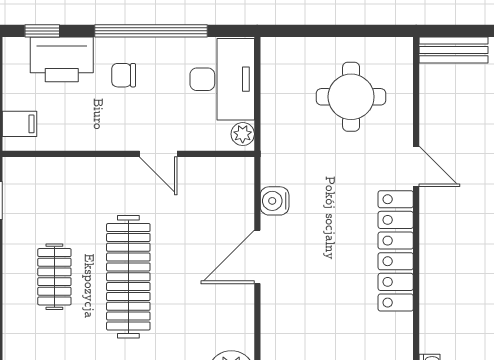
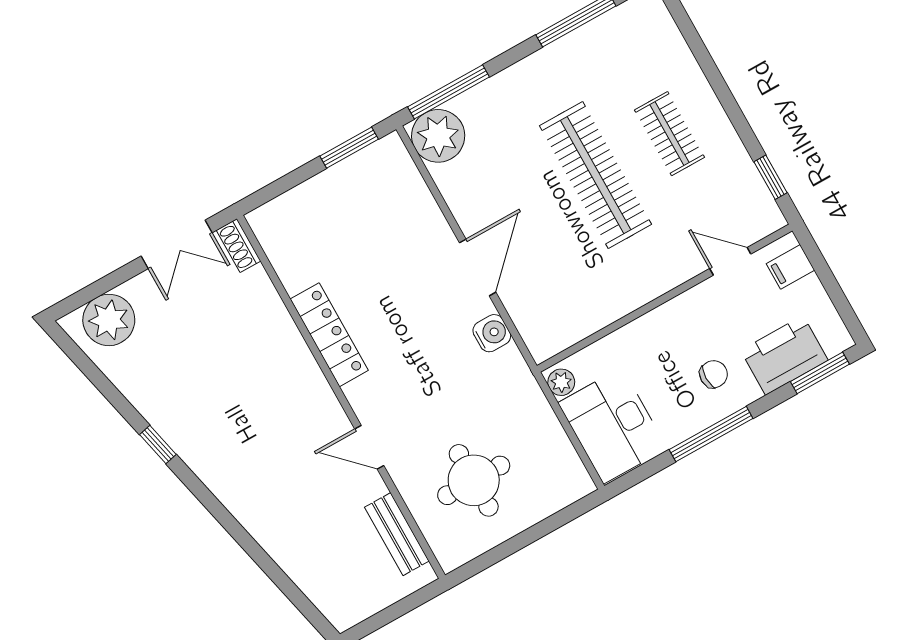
window: (42, 31) -> (820, 373), width x1.50
window: (151, 31) -> (711, 434), width x0.68
bench: (454, 50) -> (397, 534), moved, turned 90
door: (158, 154) -> (730, 261), moved
locker: (396, 251) -> (329, 335), width x0.71, depth x0.83

